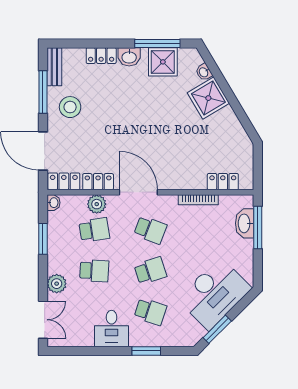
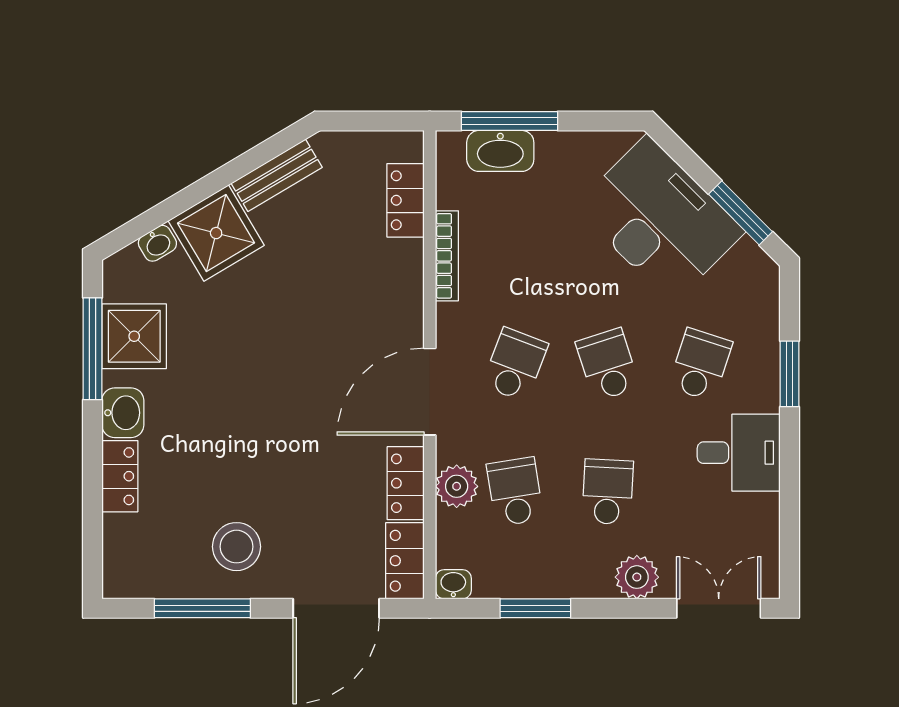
bench: (54, 67) -> (277, 175), moved, turned -31

